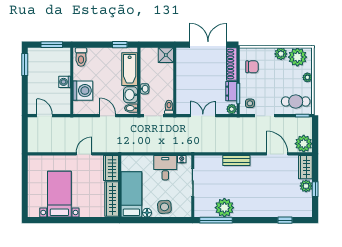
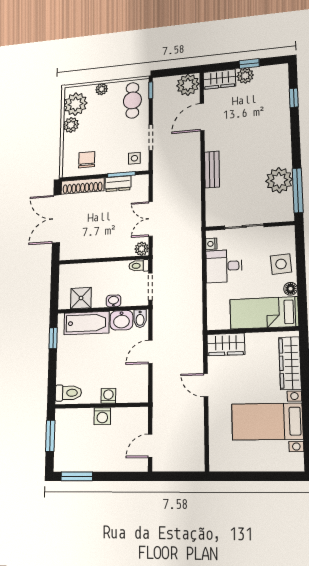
shower: (166, 55) -> (81, 298), moved
washing machine: (83, 91) -> (108, 396), width x0.53, depth x0.53
plant: (232, 109) -> (142, 249), moved
wardrobe: (112, 199) -> (290, 363), moved, turned 90

